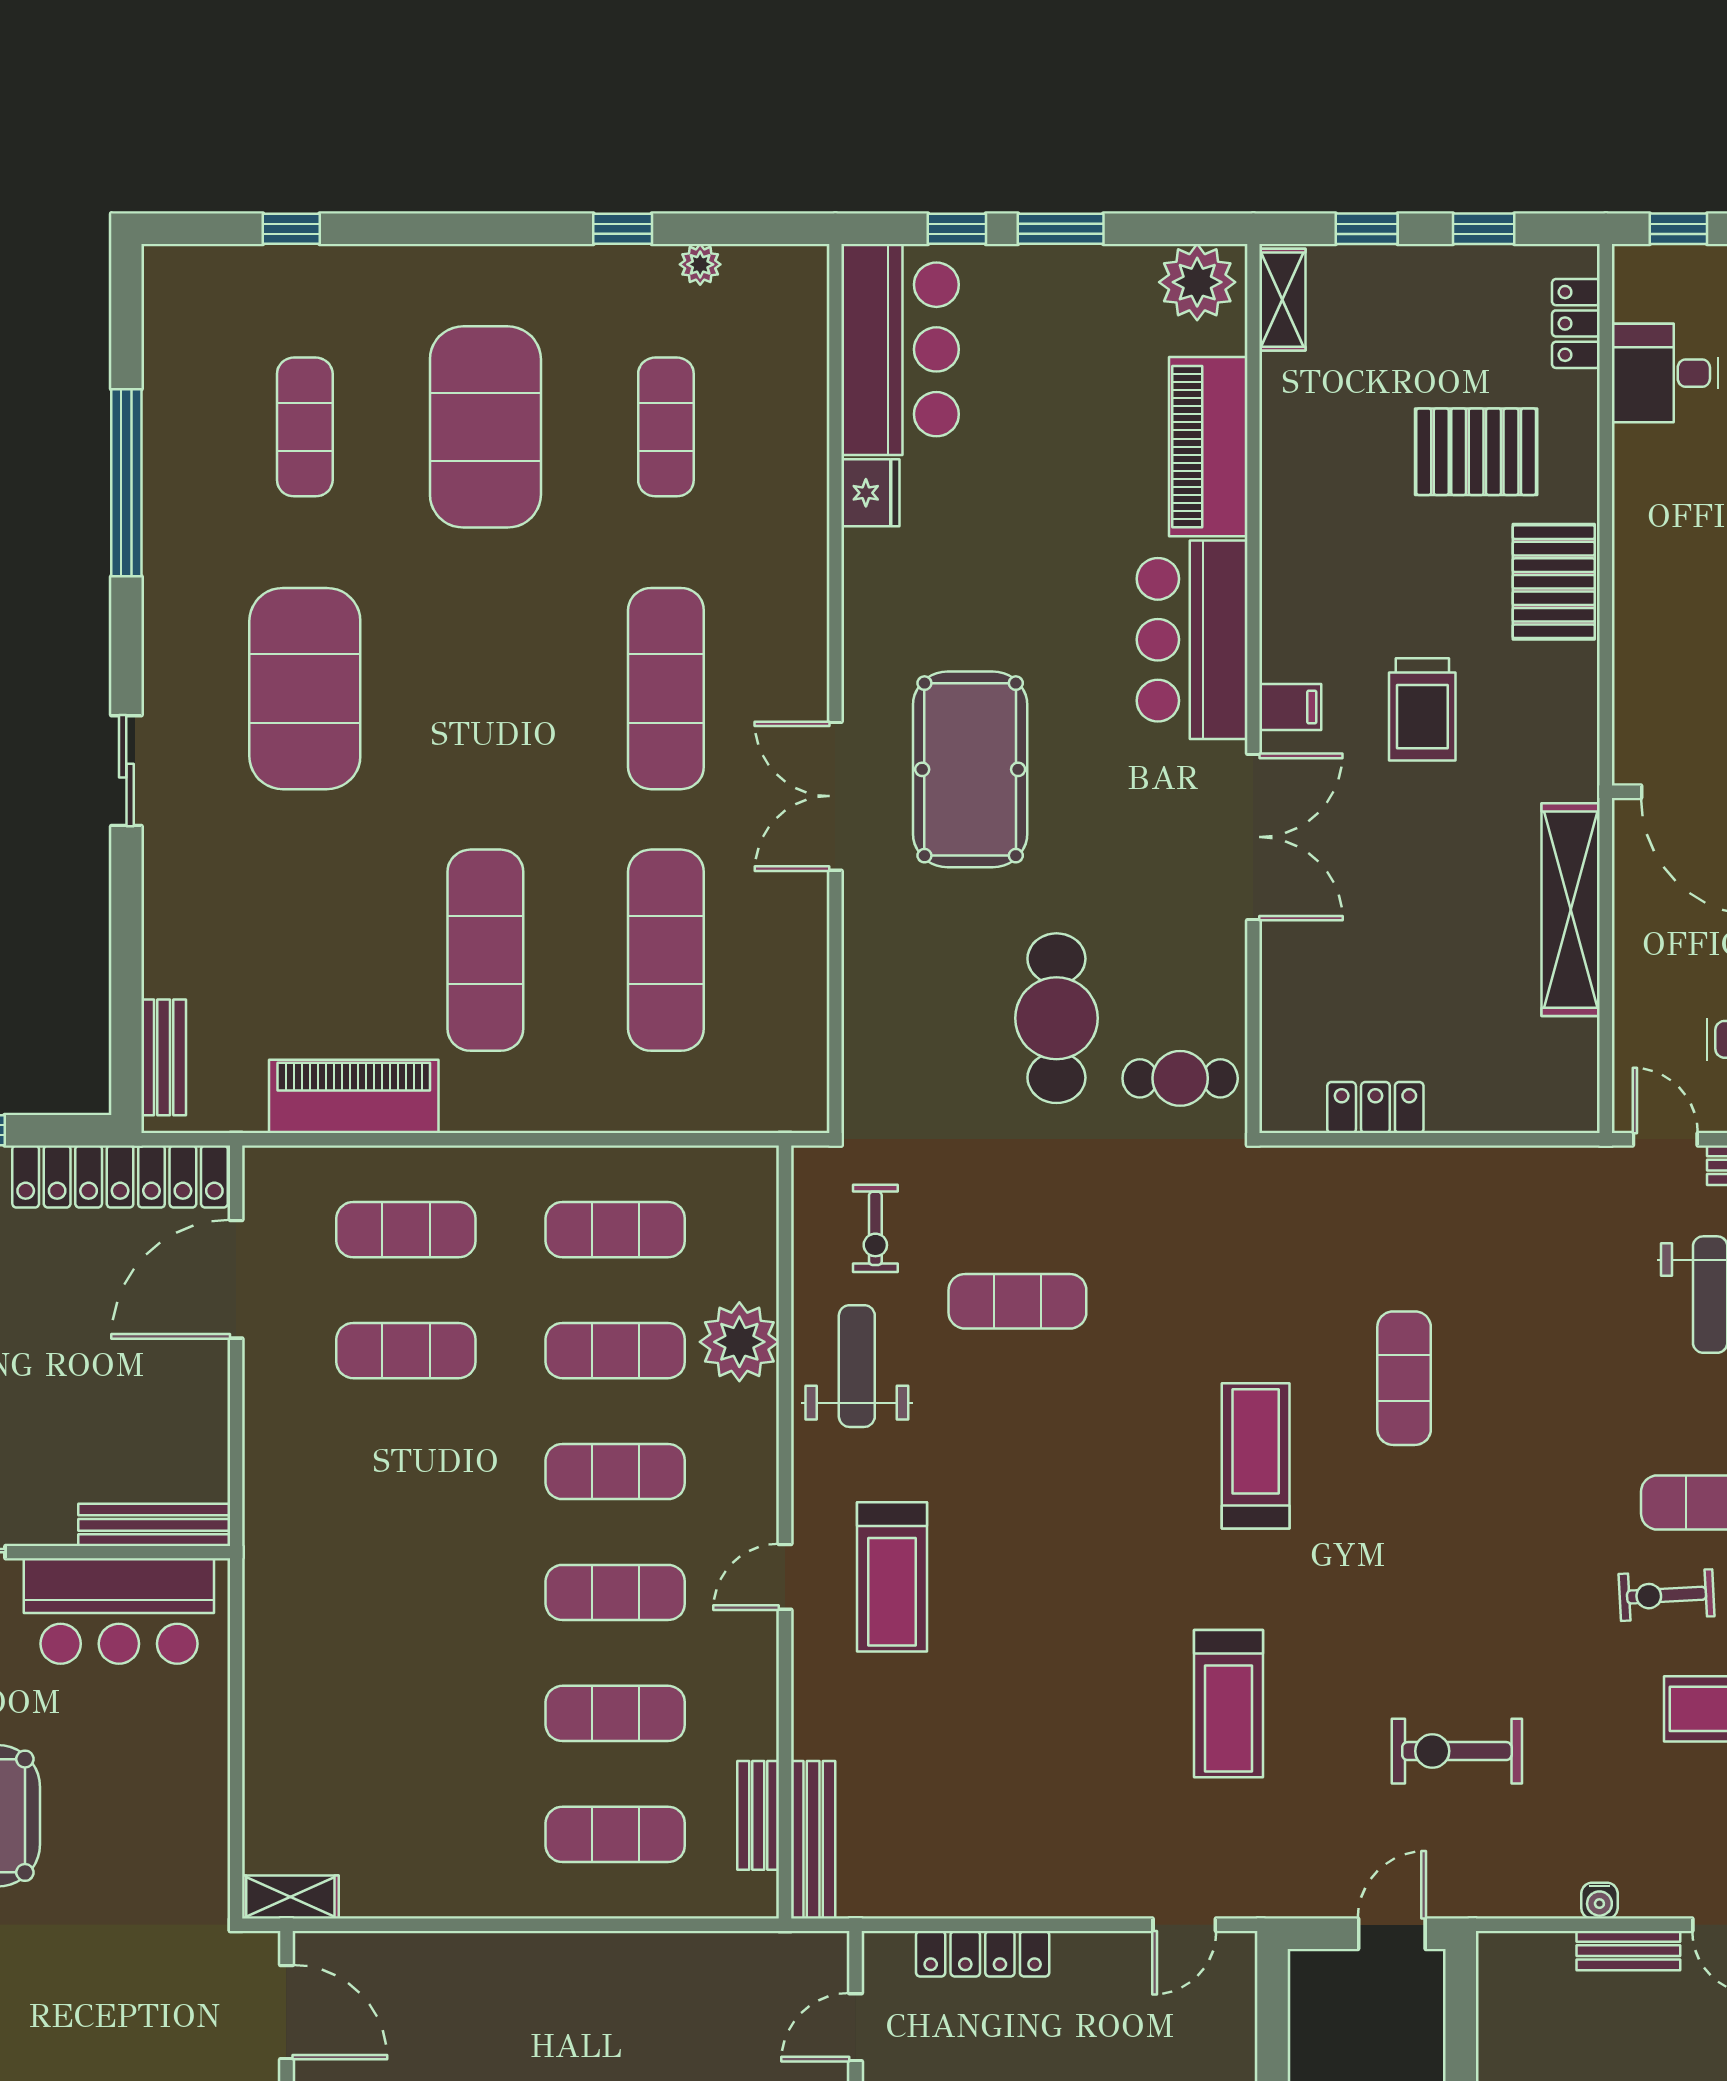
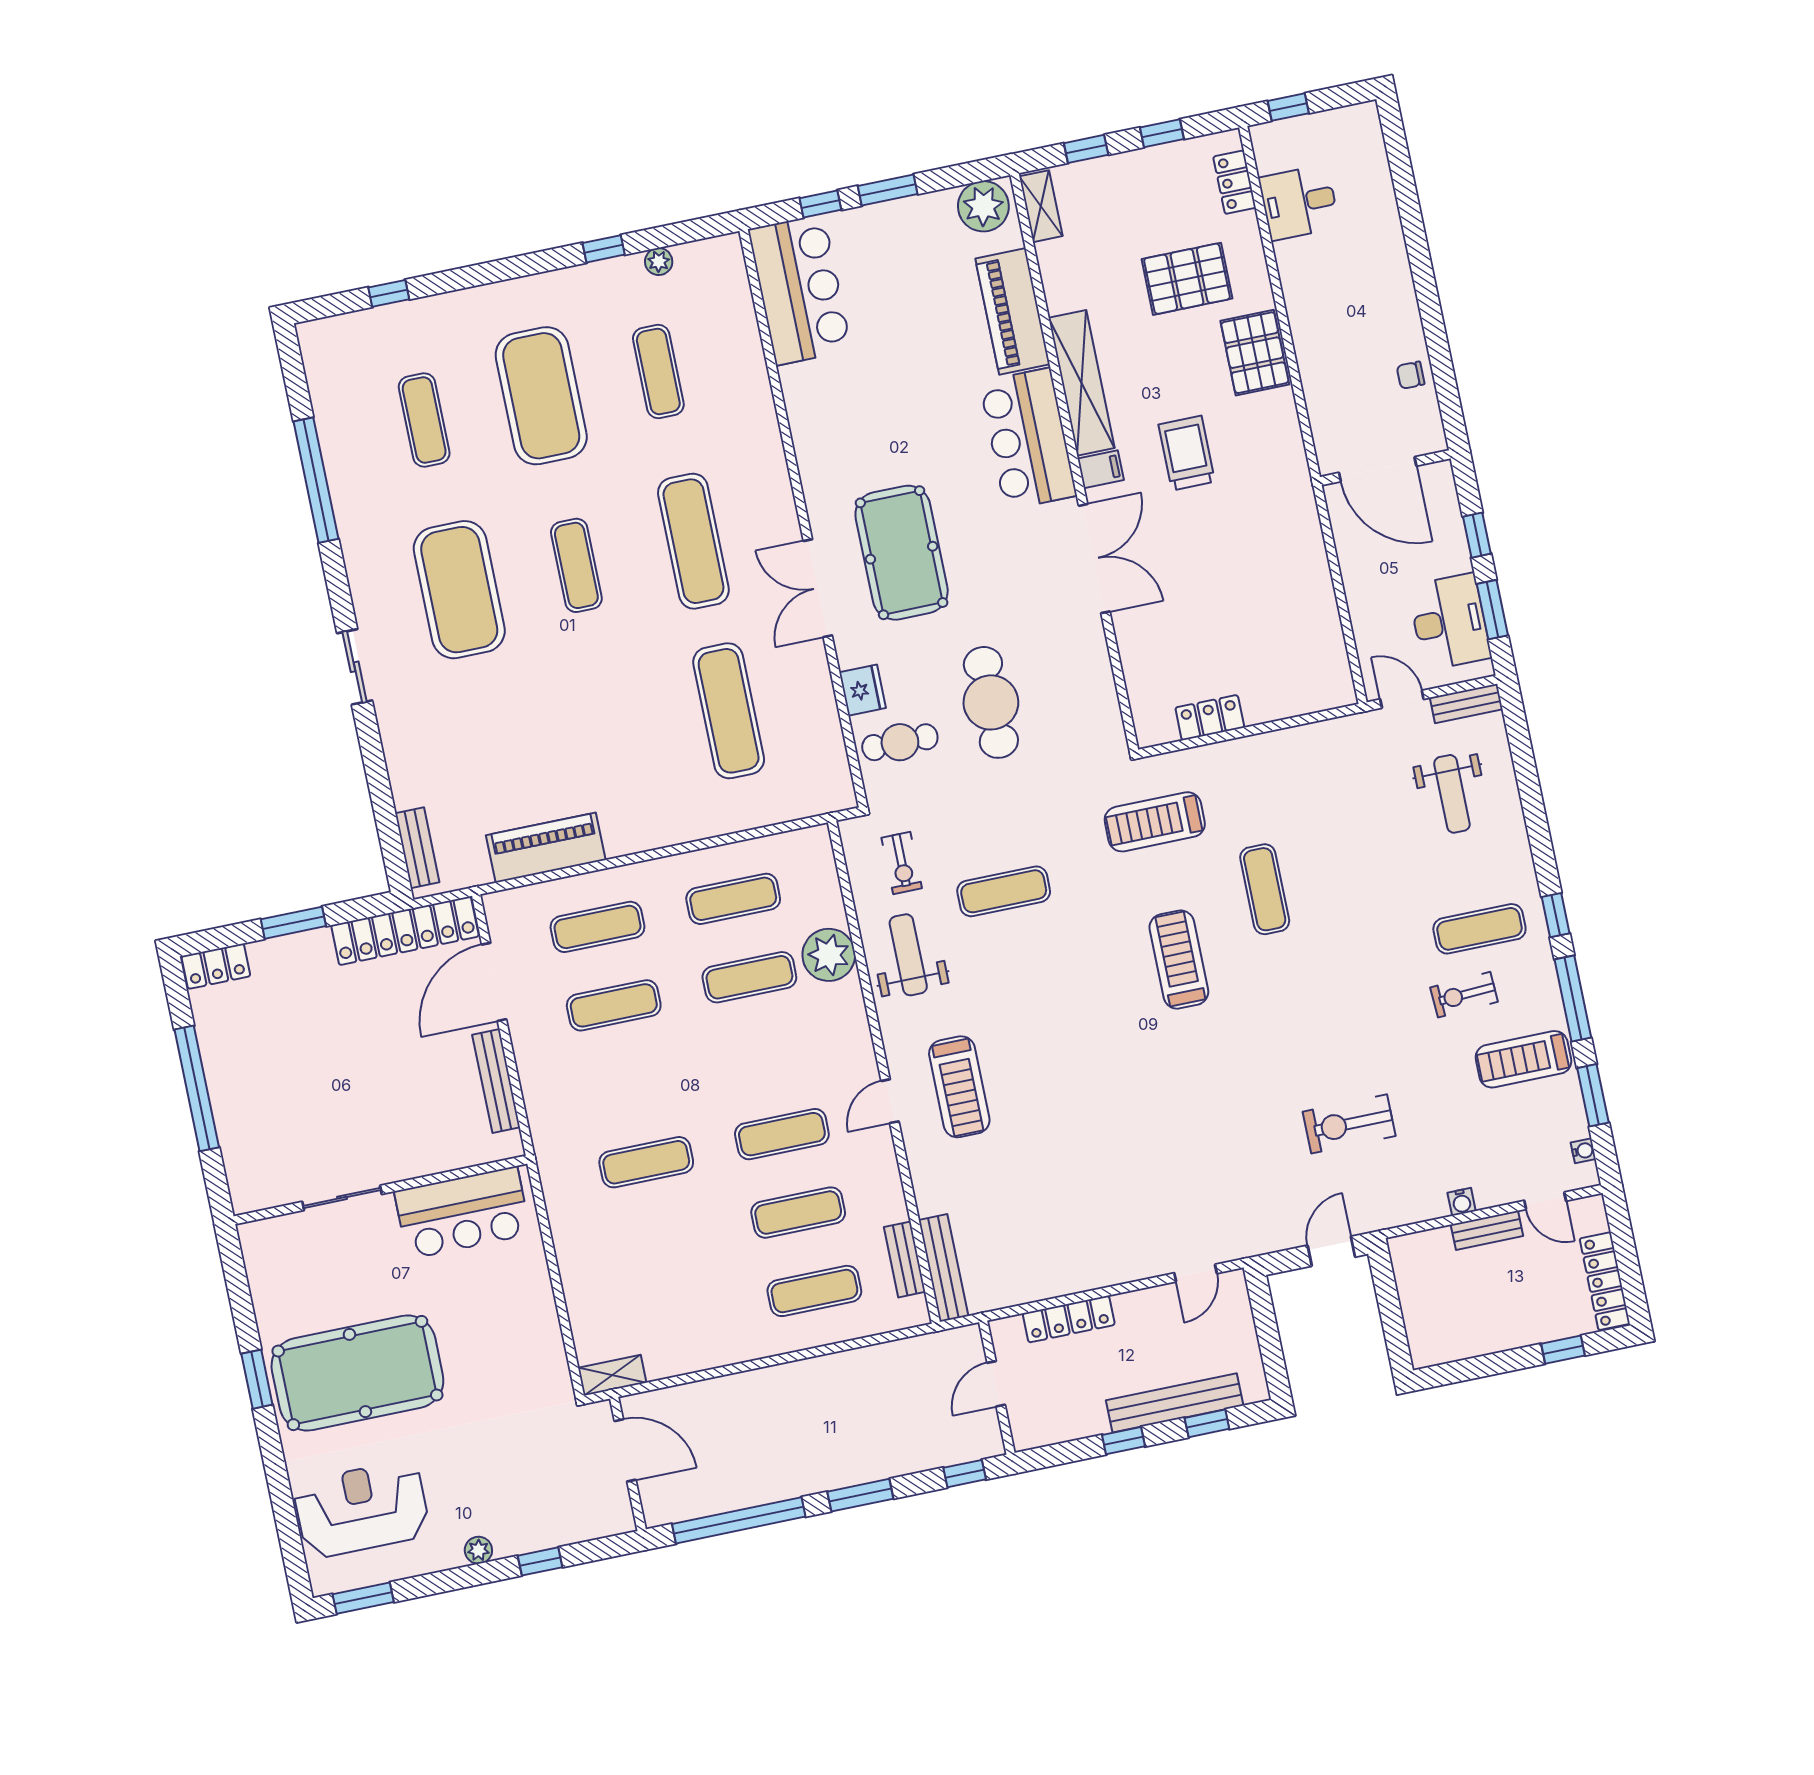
fridge: (870, 493) -> (863, 690), moved
trolley: (1422, 709) -> (1187, 453), turned 180
shelving: (1571, 910) -> (1082, 383), moved
exercise mat: (485, 950) -> (576, 565), moved, width x0.73, depth x0.69
cafe table: (1180, 1078) -> (900, 742), moved
exercise mat: (615, 1472) -> (646, 1162), moved
bench: (154, 1525) -> (496, 1081), moved, turned 90
treadmill: (1229, 1704) -> (1155, 822), moved, turned 90

